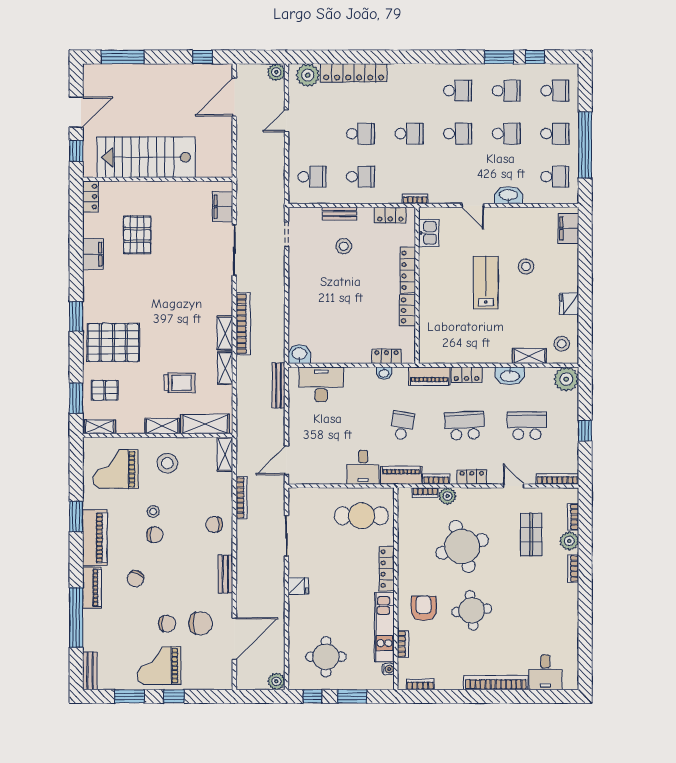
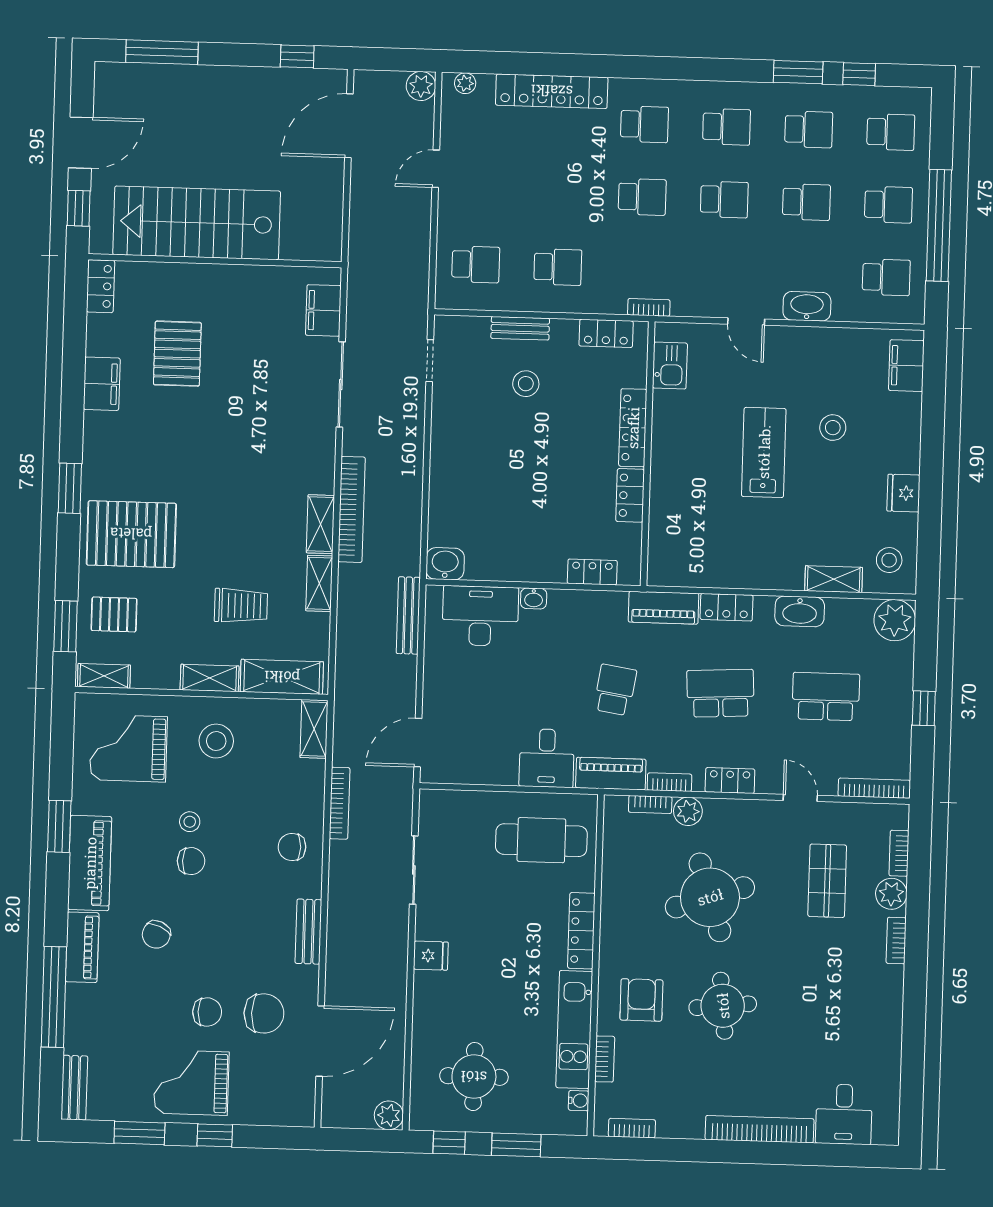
plant: (308, 75) -> (465, 83), width x0.53, depth x0.53
school desk: (360, 134) -> (644, 124), moved
washbasin: (384, 373) -> (534, 598), moved

